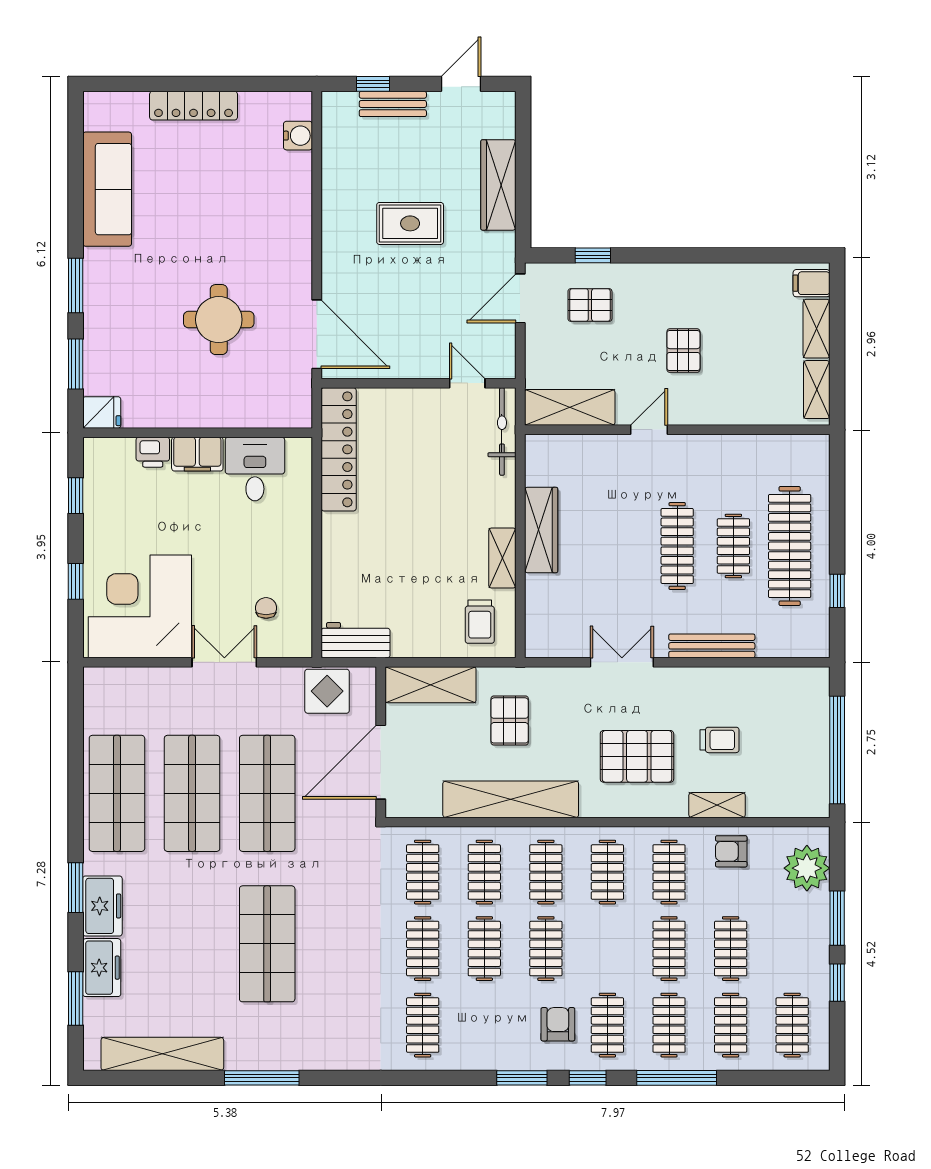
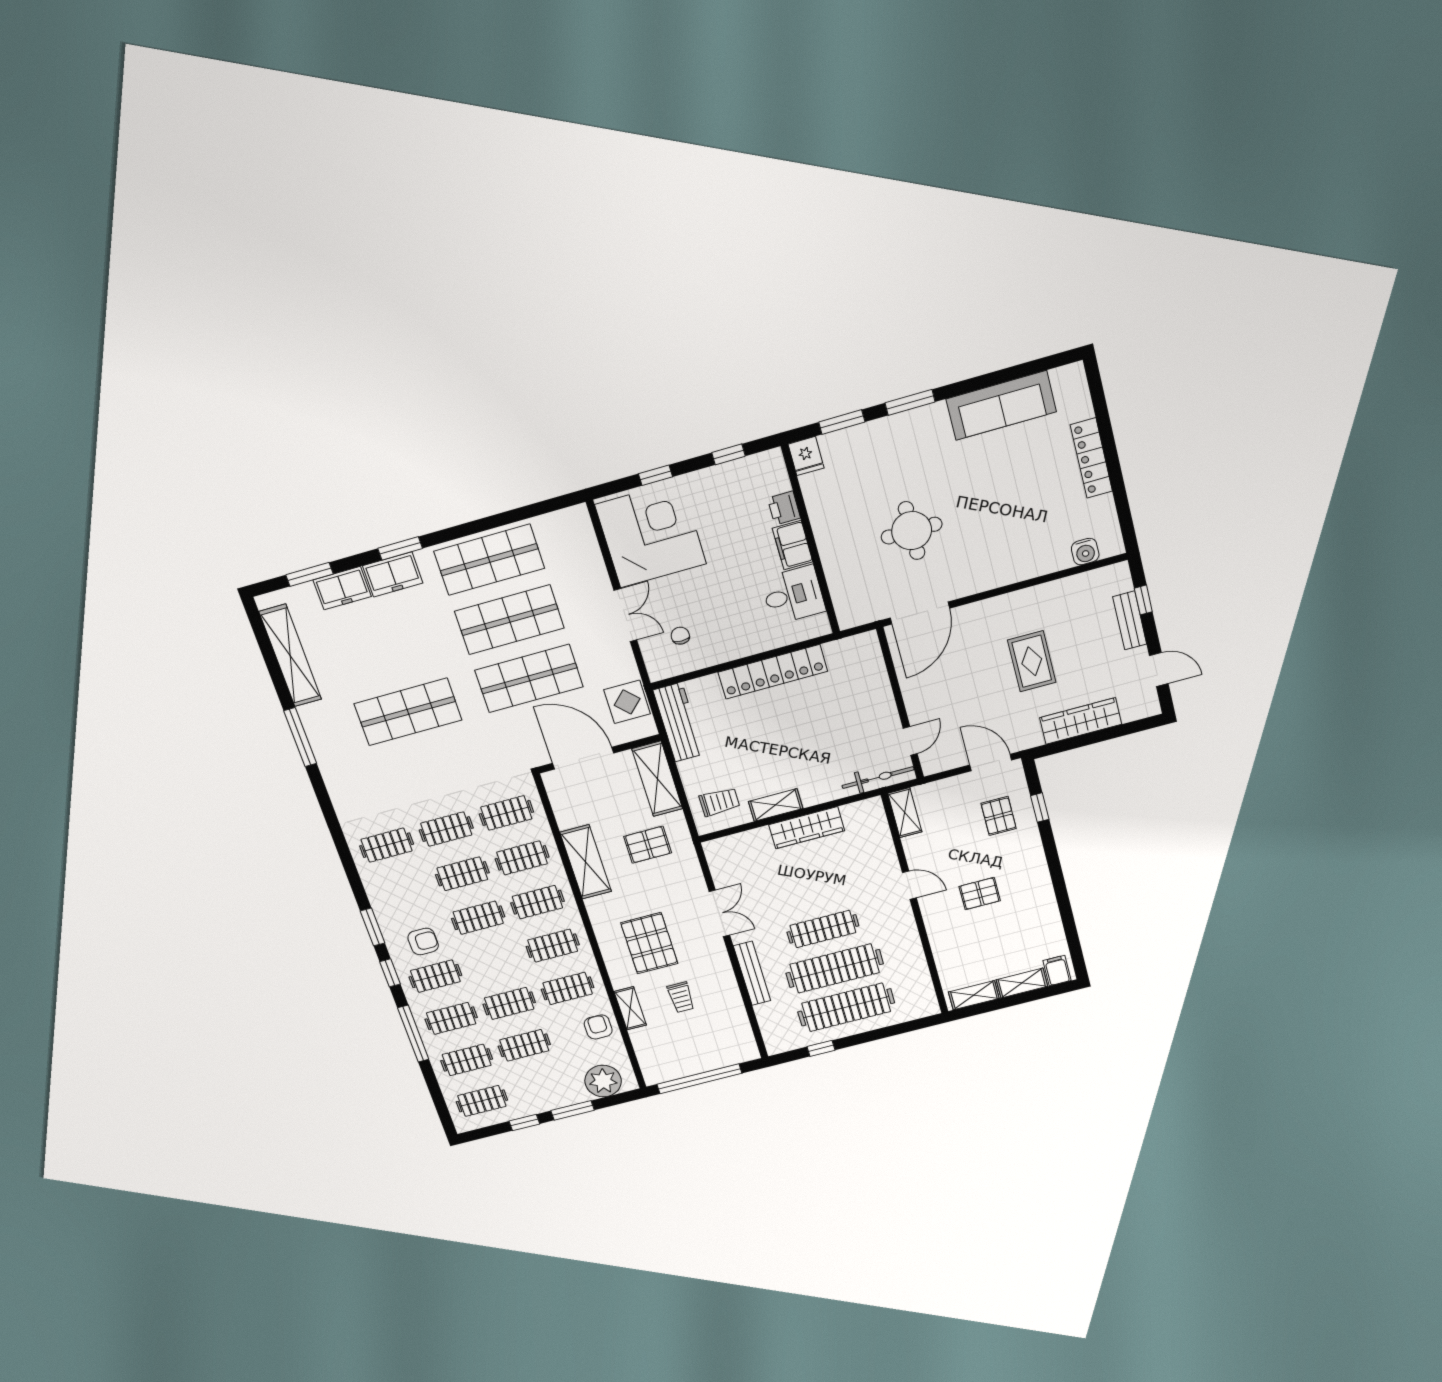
shelving: (570, 407) -> (905, 813), width x0.67, depth x0.75
locker: (339, 449) -> (773, 672), moved
clothes rail: (733, 546) -> (835, 968), width x1.86, depth x1.31
chair: (266, 608) -> (680, 636), turned -90
trolley: (480, 622) -> (719, 802), turned 180
workbench: (356, 640) -> (679, 722), width x1.38
shelving: (511, 799) -> (586, 862), width x0.68

